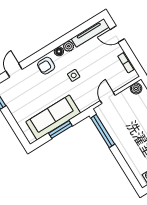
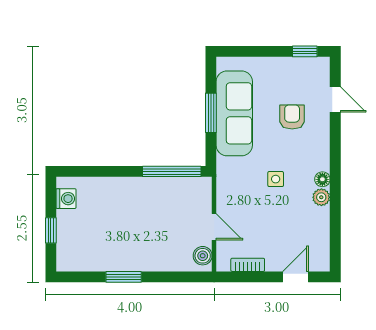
tv unit: (90, 33) -> (321, 240), removed
armchair: (46, 66) -> (292, 117), moved
door: (108, 98) -> (214, 227), moved

